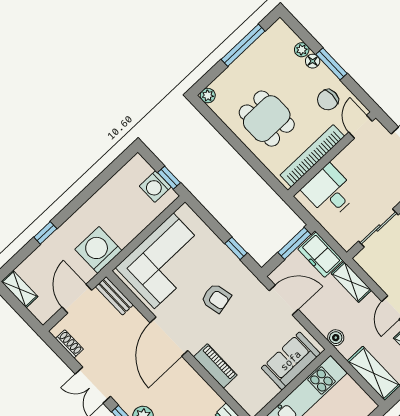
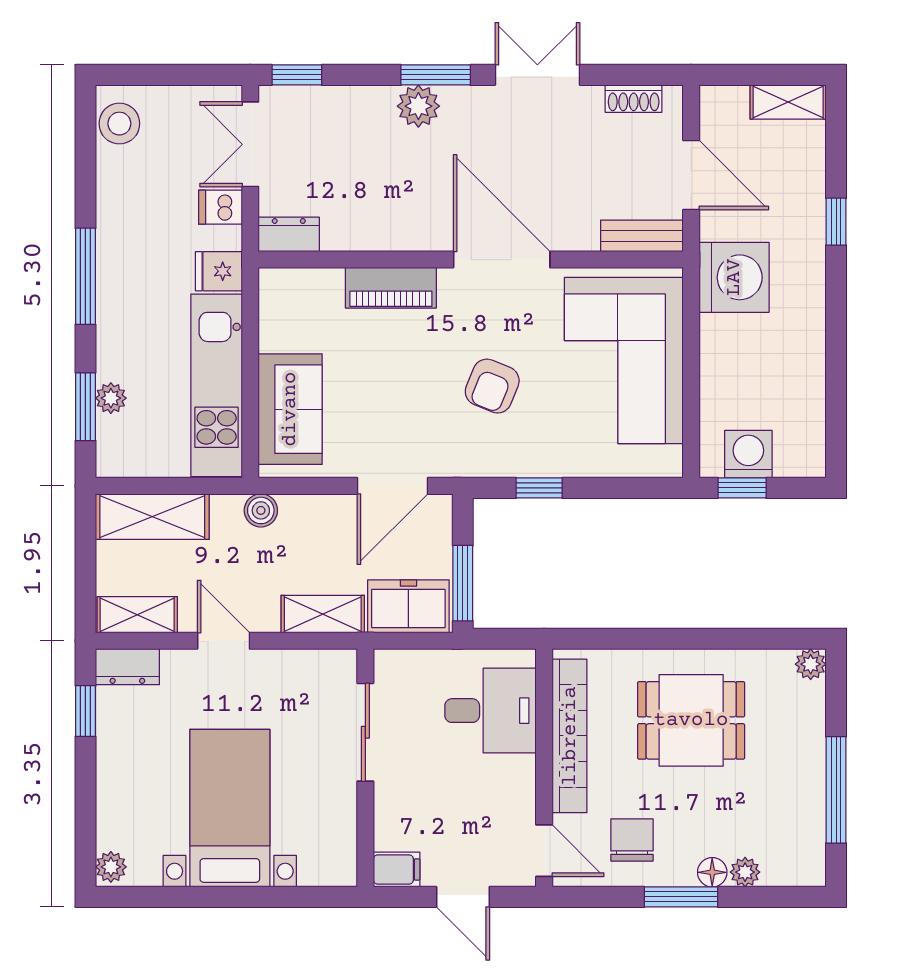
armchair: (216, 298) -> (492, 386), turned -56

